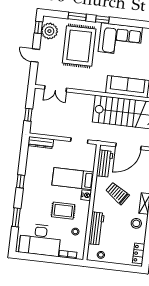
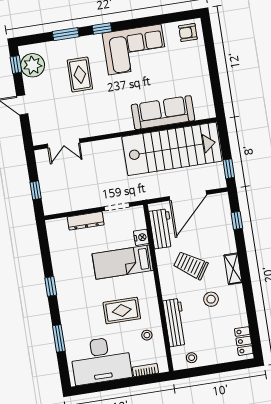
rug: (79, 46) -> (80, 75), width x0.54, depth x0.49
dresser: (41, 143) -> (86, 221), moved
nightstand: (86, 195) -> (141, 237), moved
stool: (136, 223) -> (211, 299), moved

